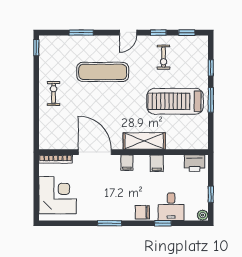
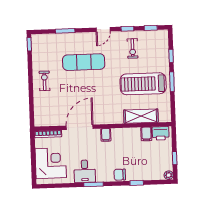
shelving: (144, 141) -> (141, 116), moved
door: (95, 152) -> (80, 127), hinge flipped
filing cabinet: (157, 163) -> (146, 134), moved
desk: (171, 207) -> (85, 171), moved

